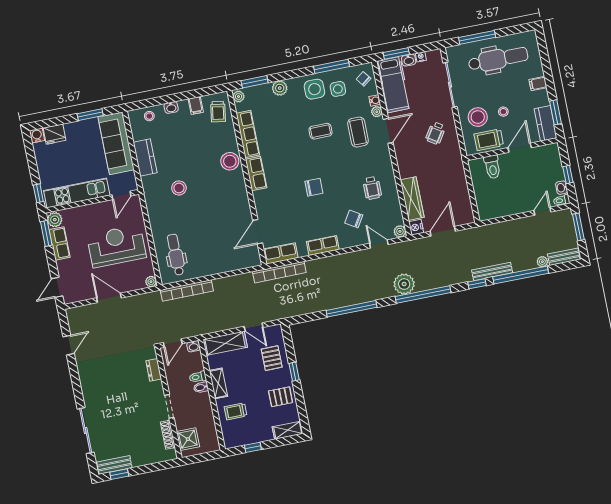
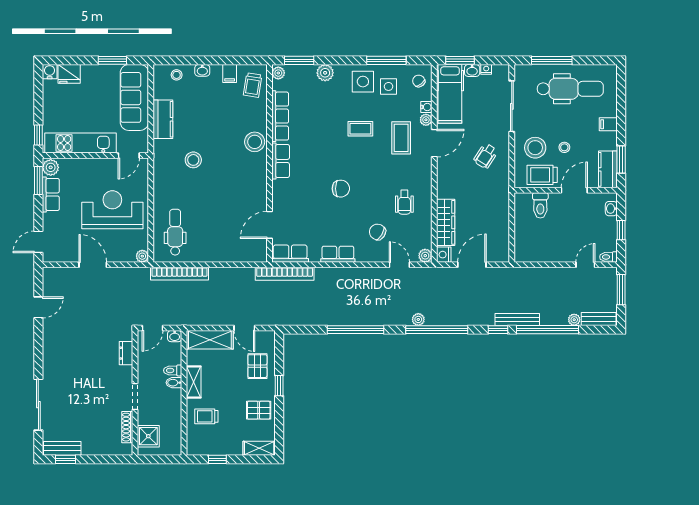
washbasin: (562, 188) -> (611, 209), moved
plant: (404, 284) -> (418, 319), width x0.53, depth x0.53

